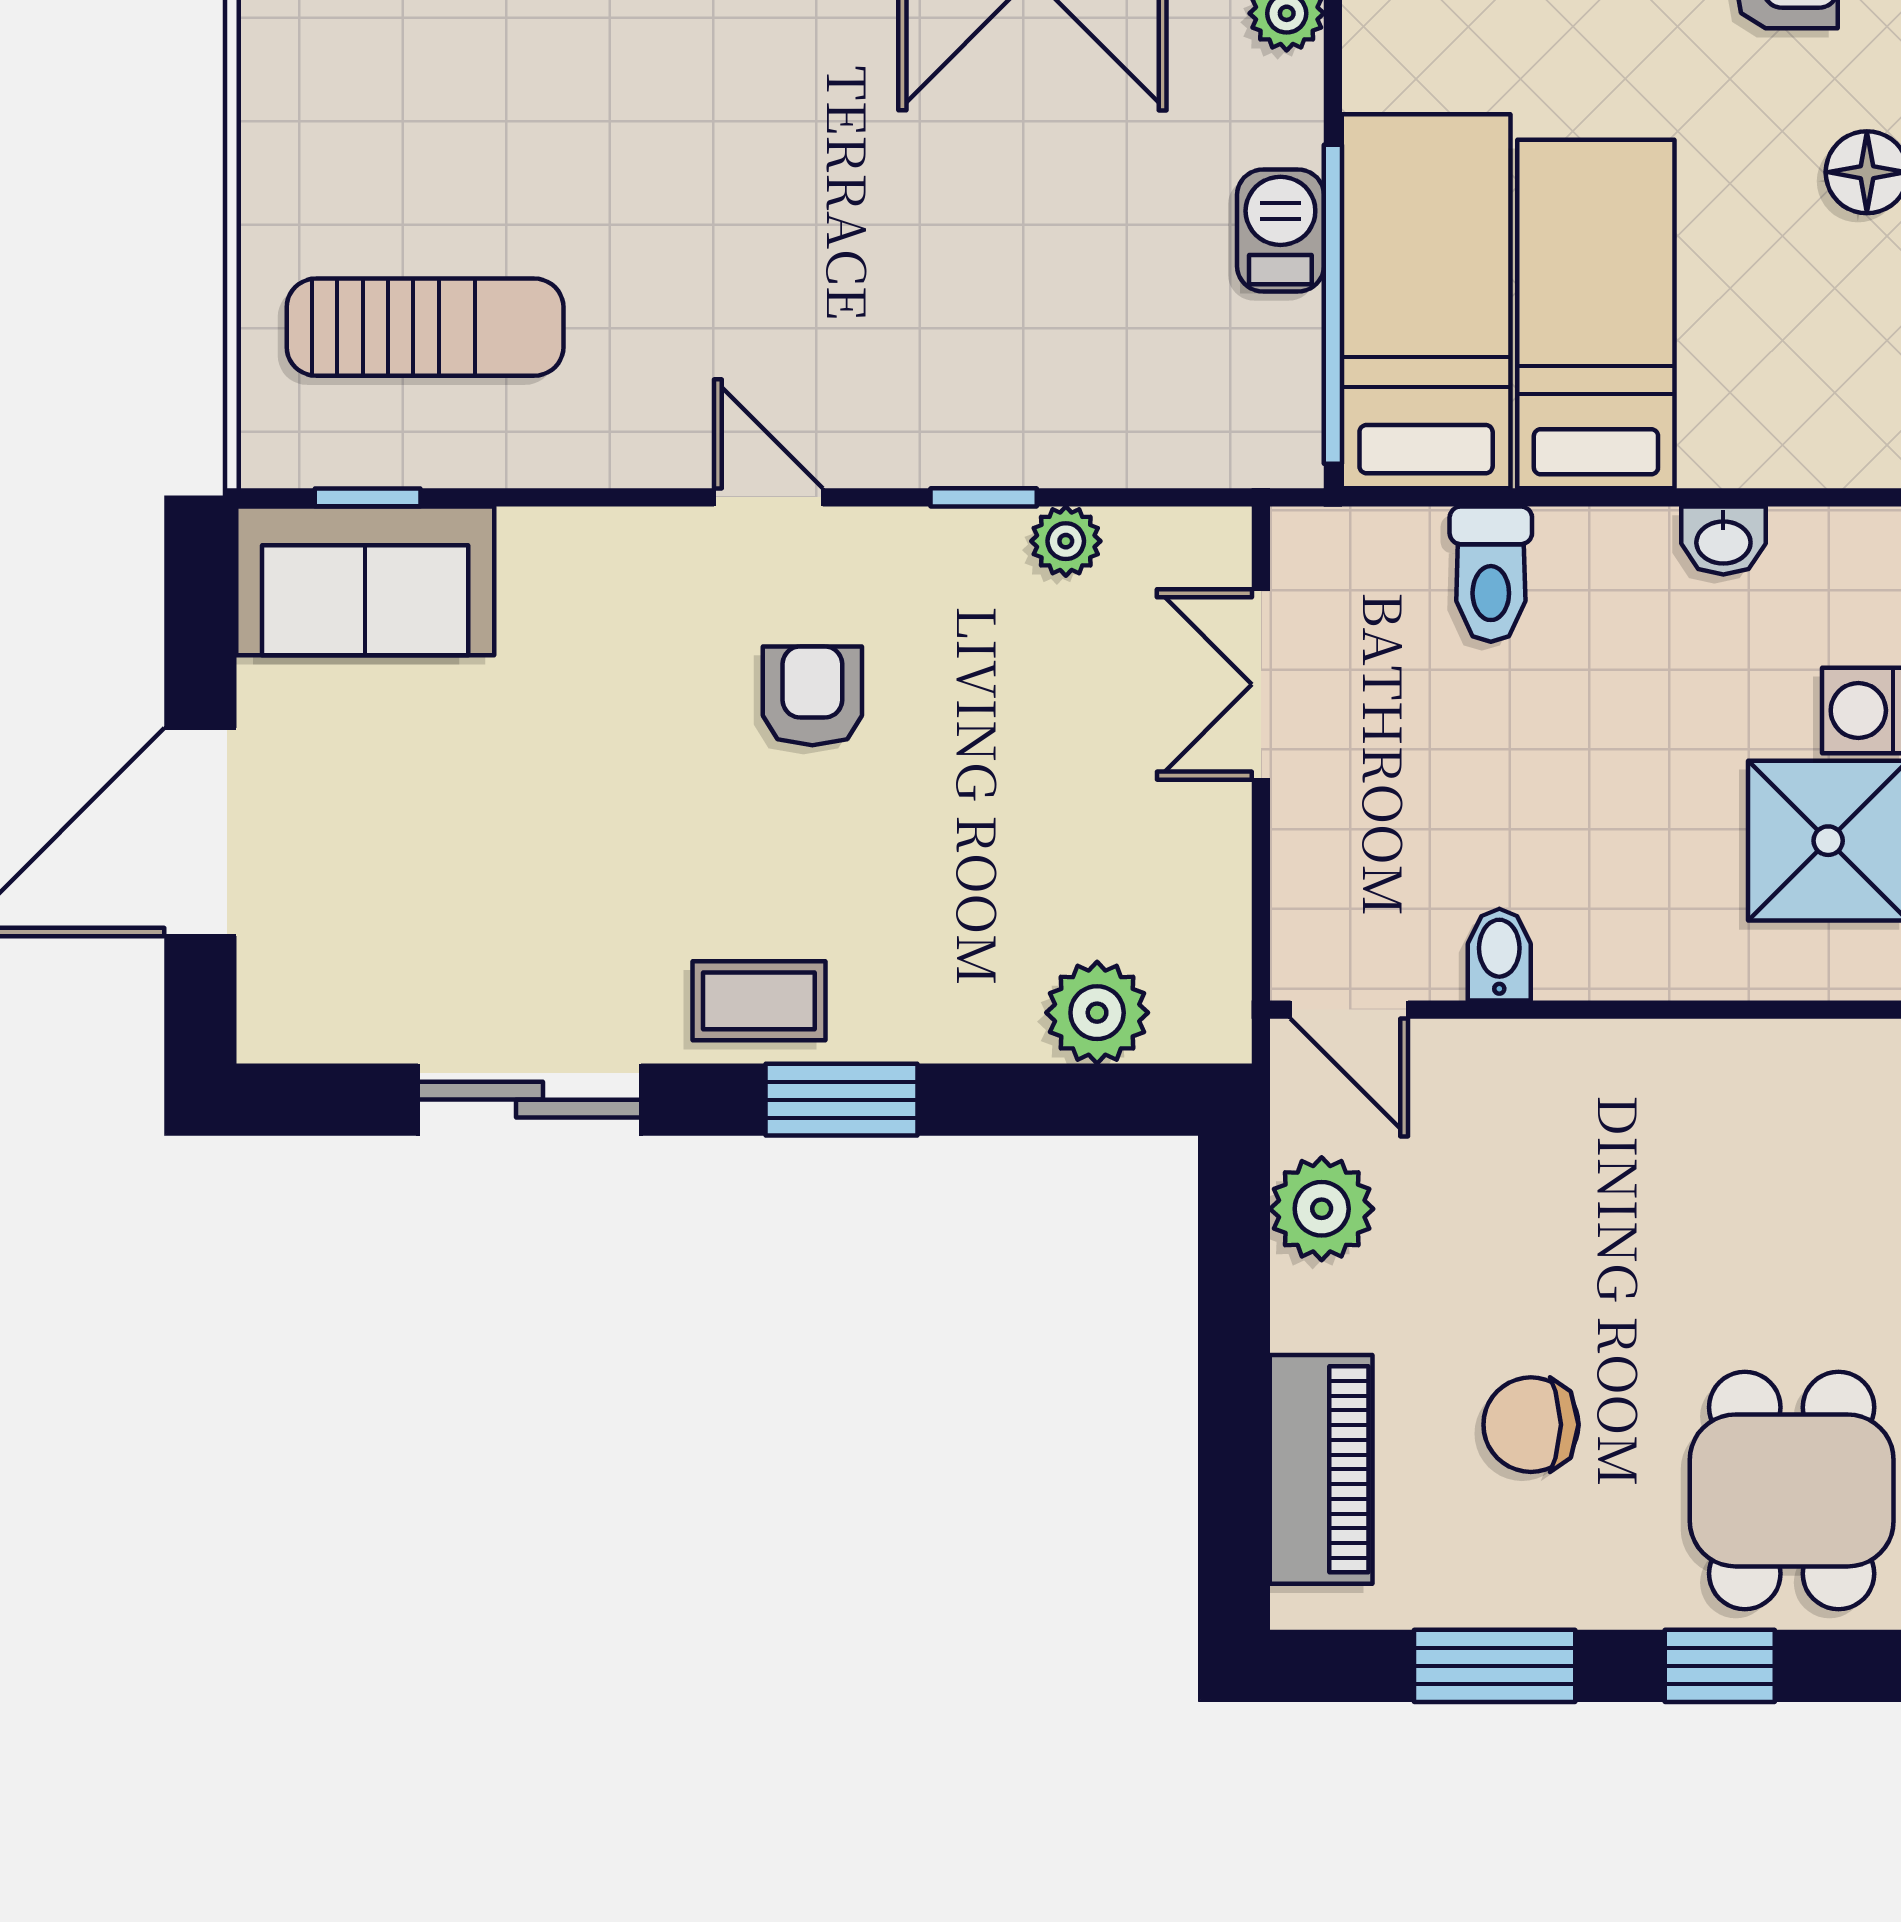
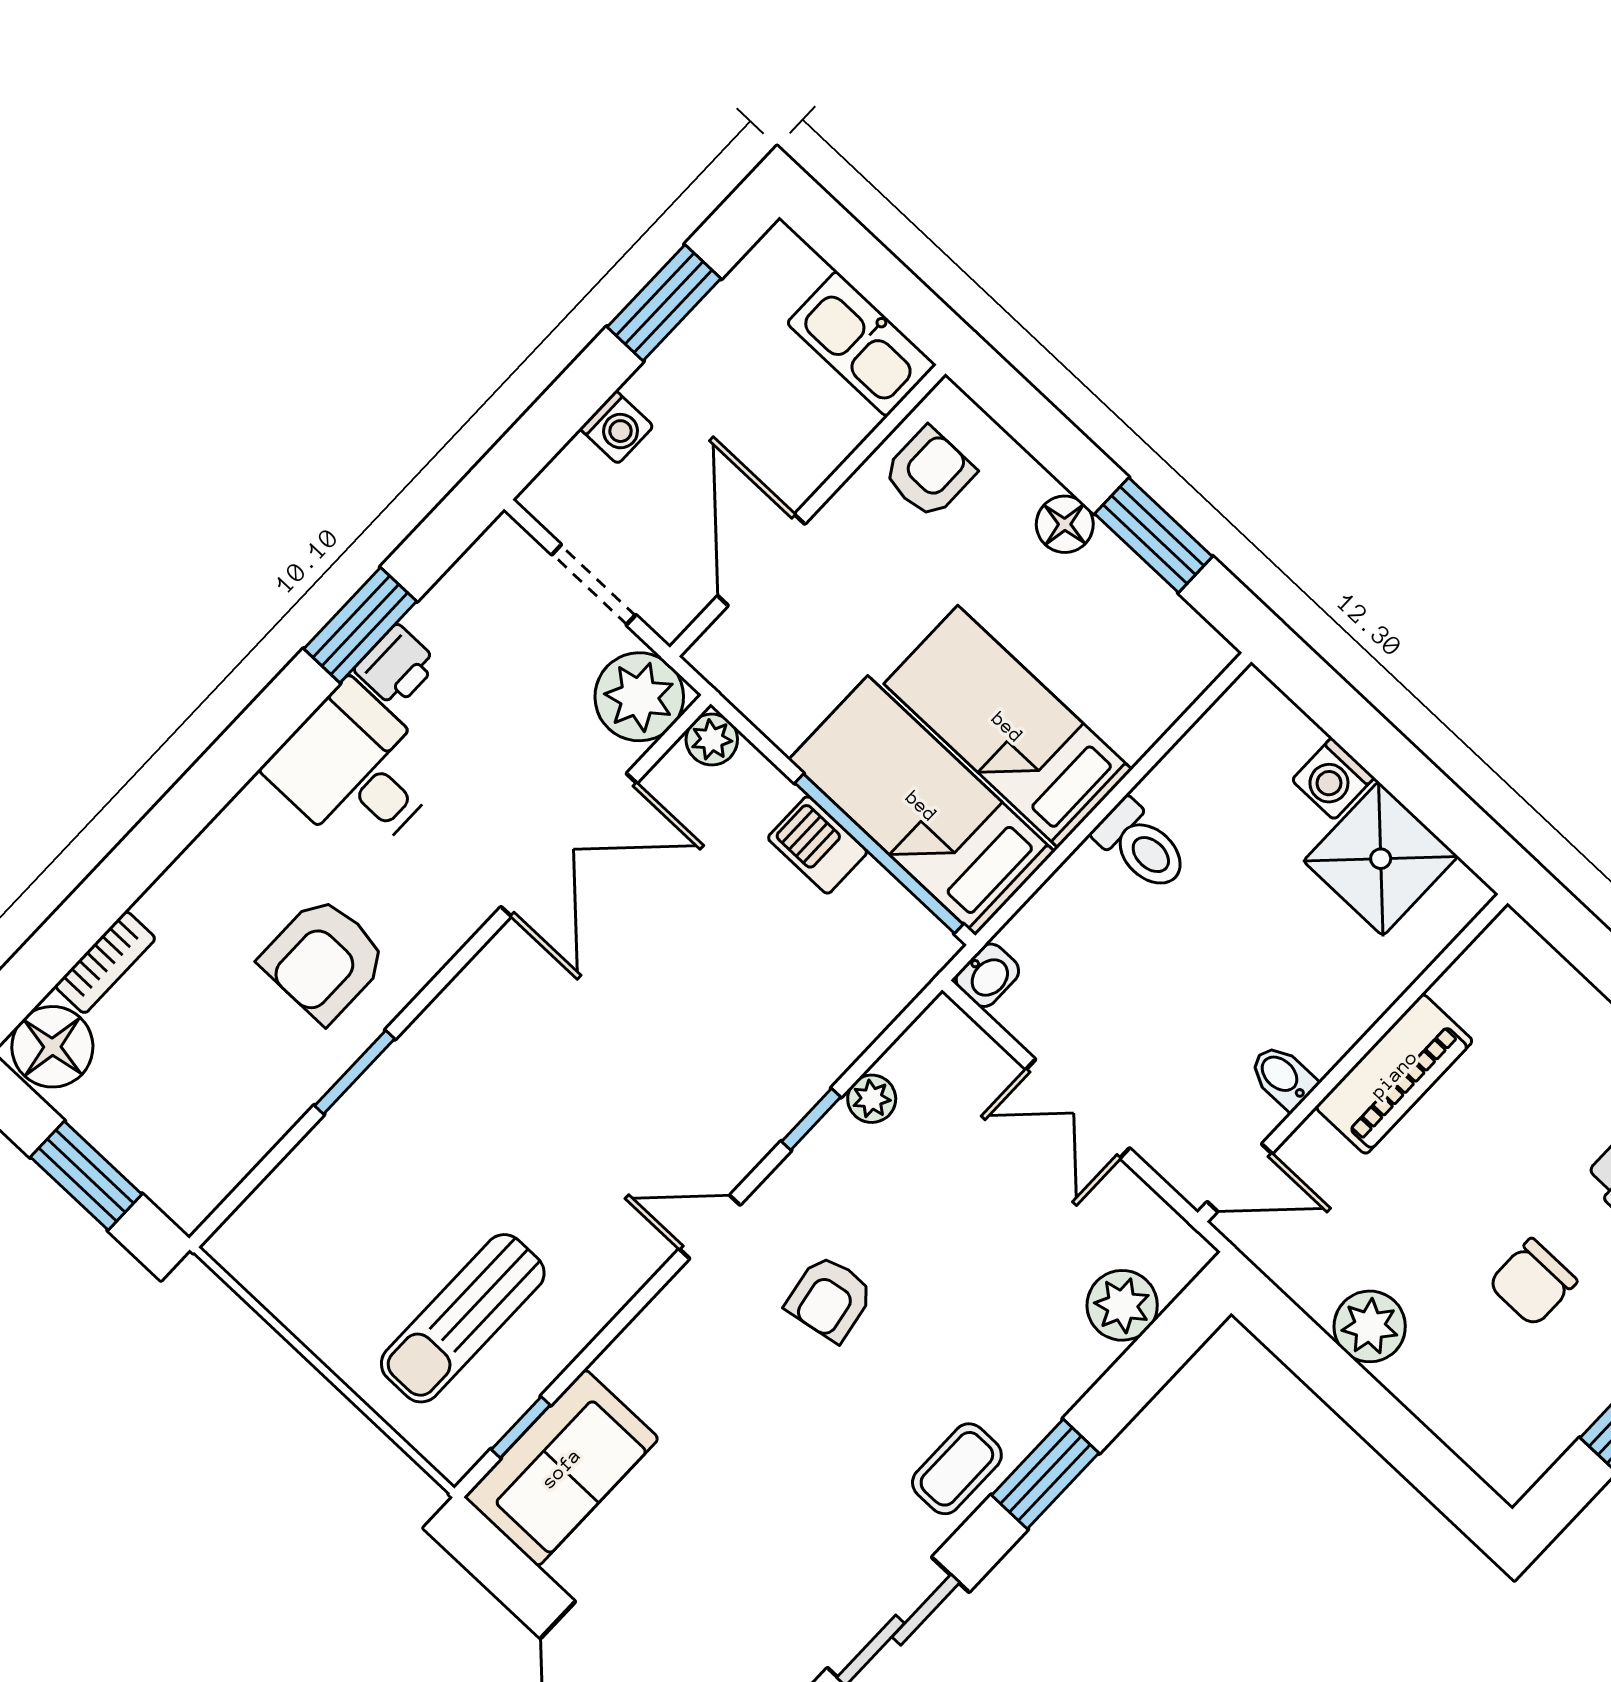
sun lounger: (425, 327) -> (463, 1318), turned 180
washbasin: (1723, 540) -> (987, 975), moved
toilet: (1491, 574) -> (1141, 846), moved
double door: (1261, 684) -> (1078, 1109), moved
armchair: (812, 696) -> (830, 1298), turned -100
plant: (1322, 1209) -> (1370, 1326), moved
piano: (1321, 1469) -> (1394, 1074), moved, turned 90

